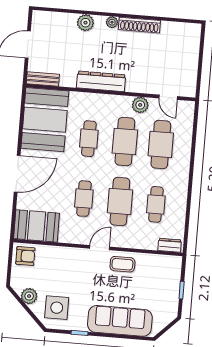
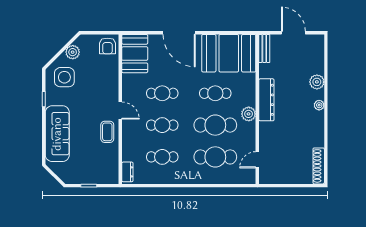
shoe rack: (139, 25) -> (319, 166), moved
plant: (140, 105) -> (249, 114), moved
cafe table: (120, 201) -> (162, 125), width x0.73, depth x0.74

